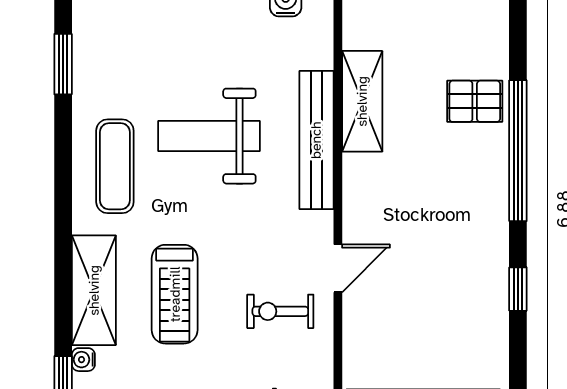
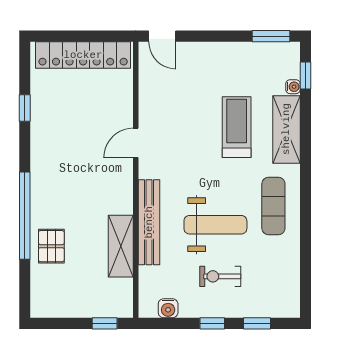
window: (63, 64) -> (305, 269), removed
pallet: (475, 101) -> (51, 246), turned 90
window: (518, 289) -> (25, 108), moved
exercise bike: (280, 311) -> (220, 276), moved, turned 180

